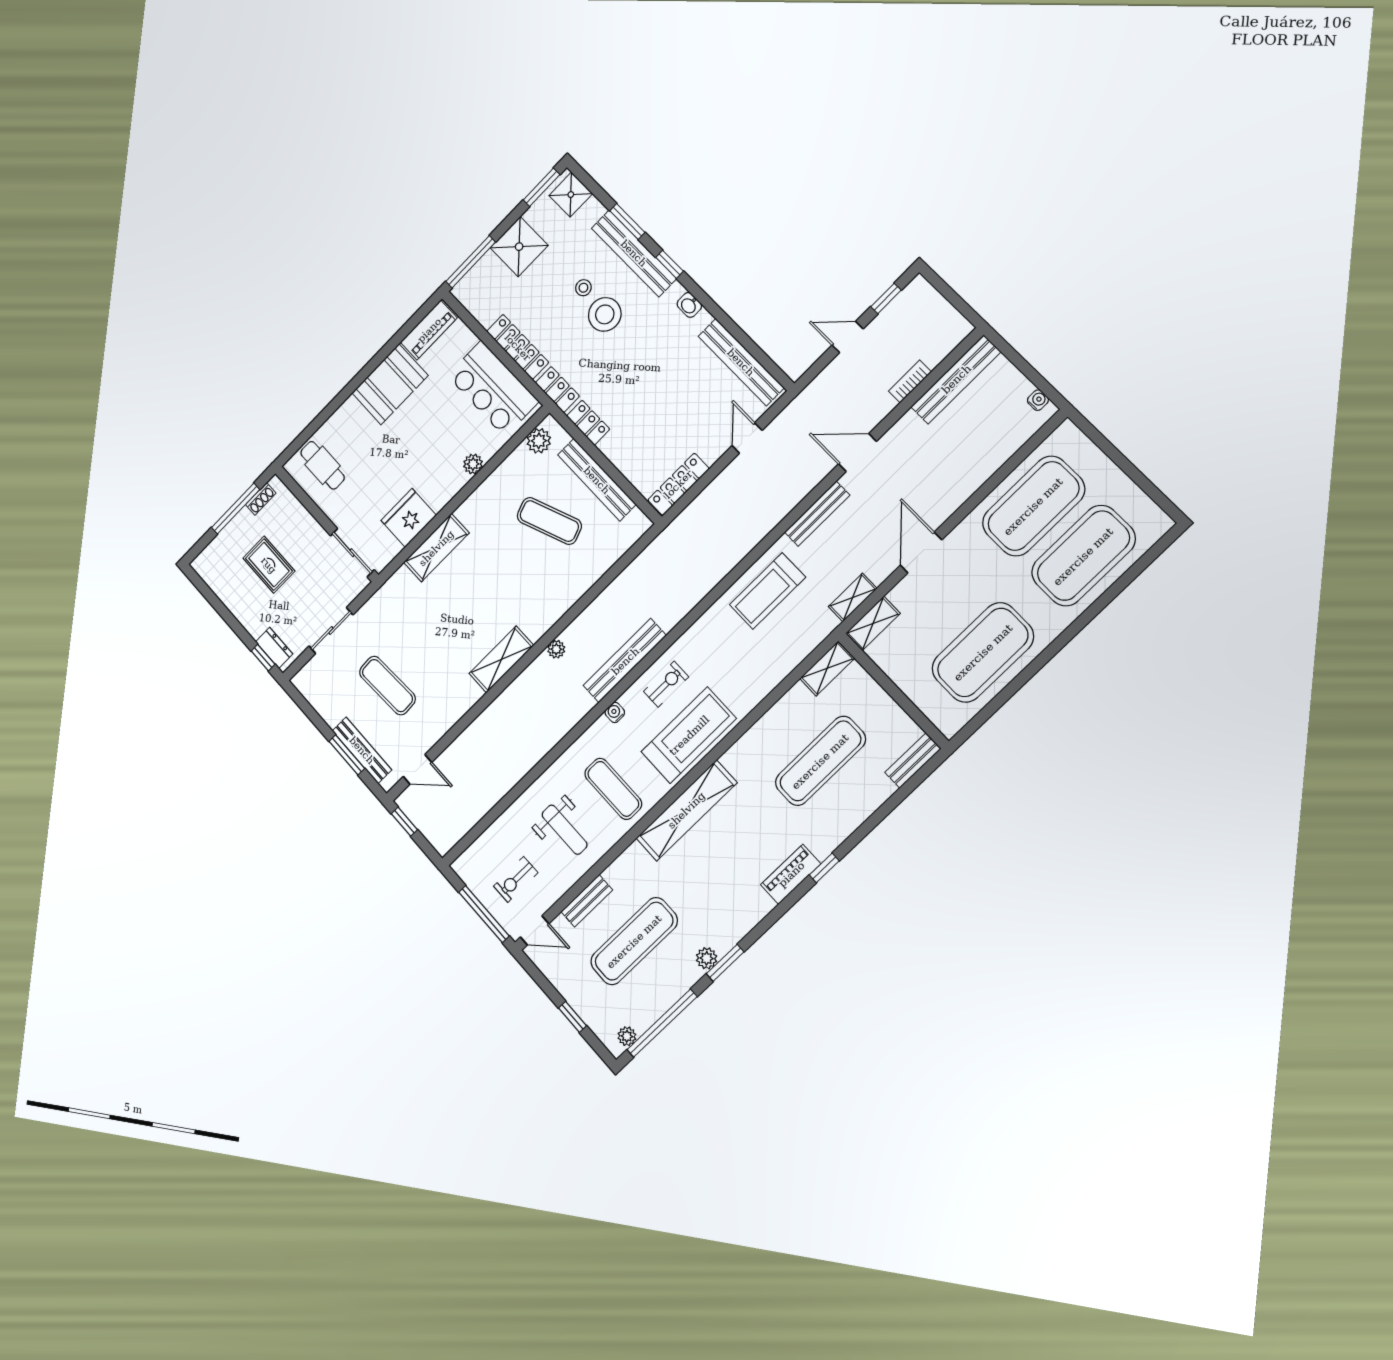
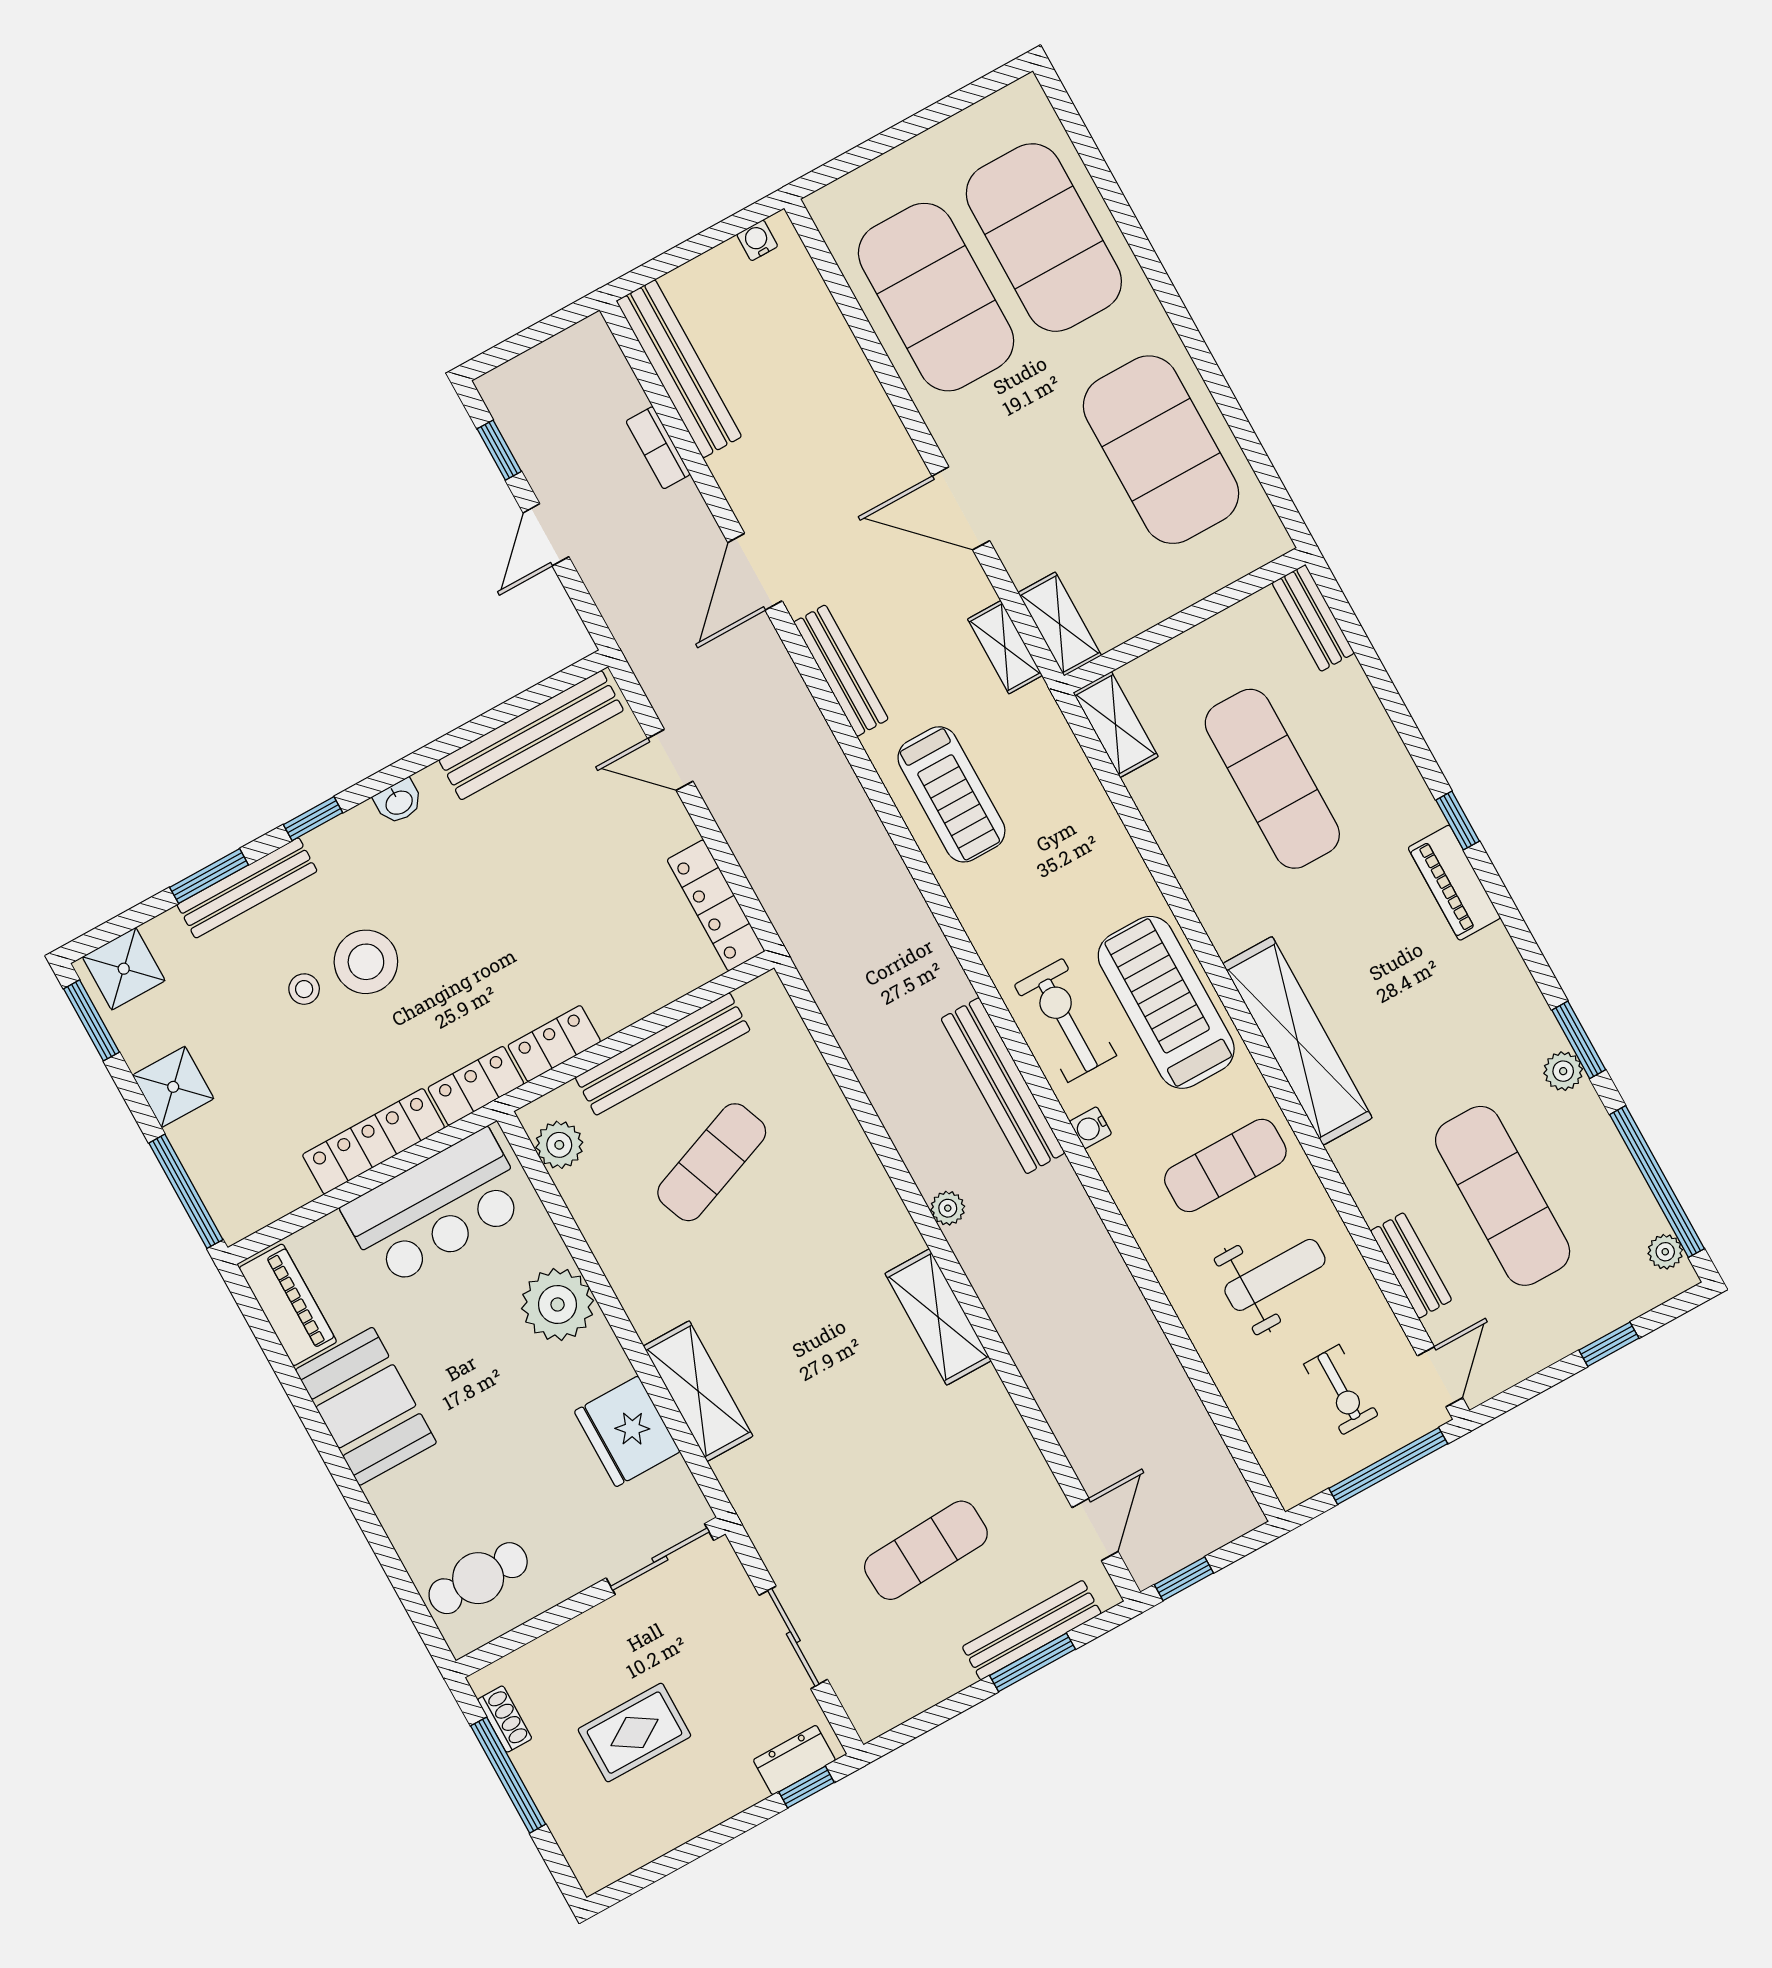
shower: (519, 247) -> (173, 1087), width x0.73, depth x0.73
bench: (634, 253) -> (247, 888), width x0.73, depth x0.82
plant: (473, 464) -> (558, 1304), width x1.87, depth x1.87
exercise bike: (666, 684) -> (1065, 1020), width x1.38, depth x1.39

